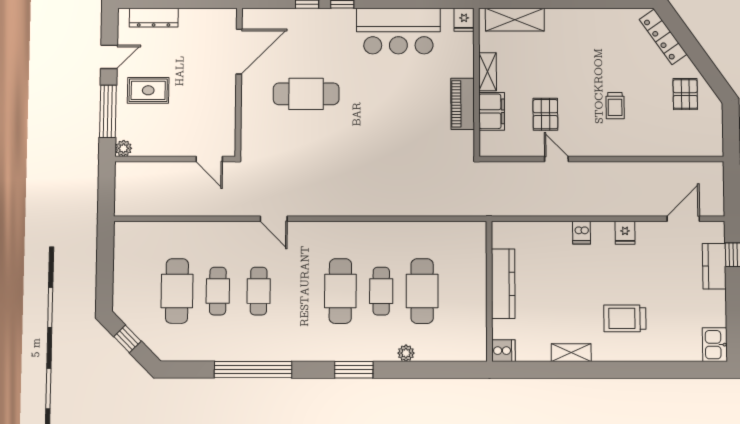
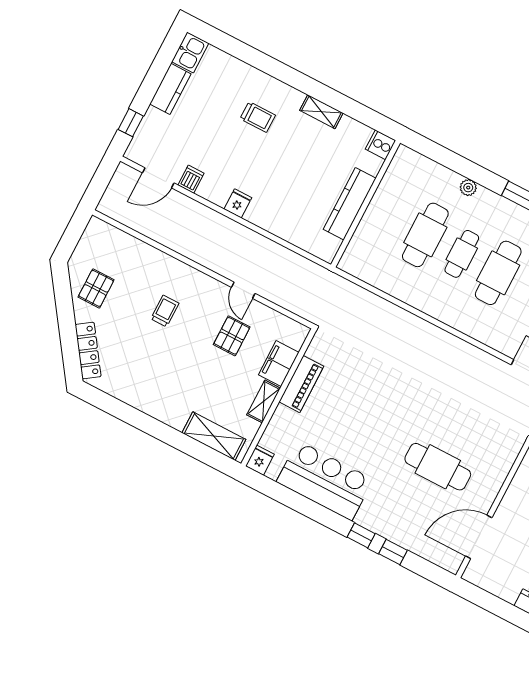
dishwasher: (582, 233) -> (191, 179), moved
fridge: (625, 233) -> (238, 203), moved
kitchen counter: (714, 266) -> (170, 89), moved
trolley: (625, 318) -> (258, 117), width x0.73, depth x0.72

